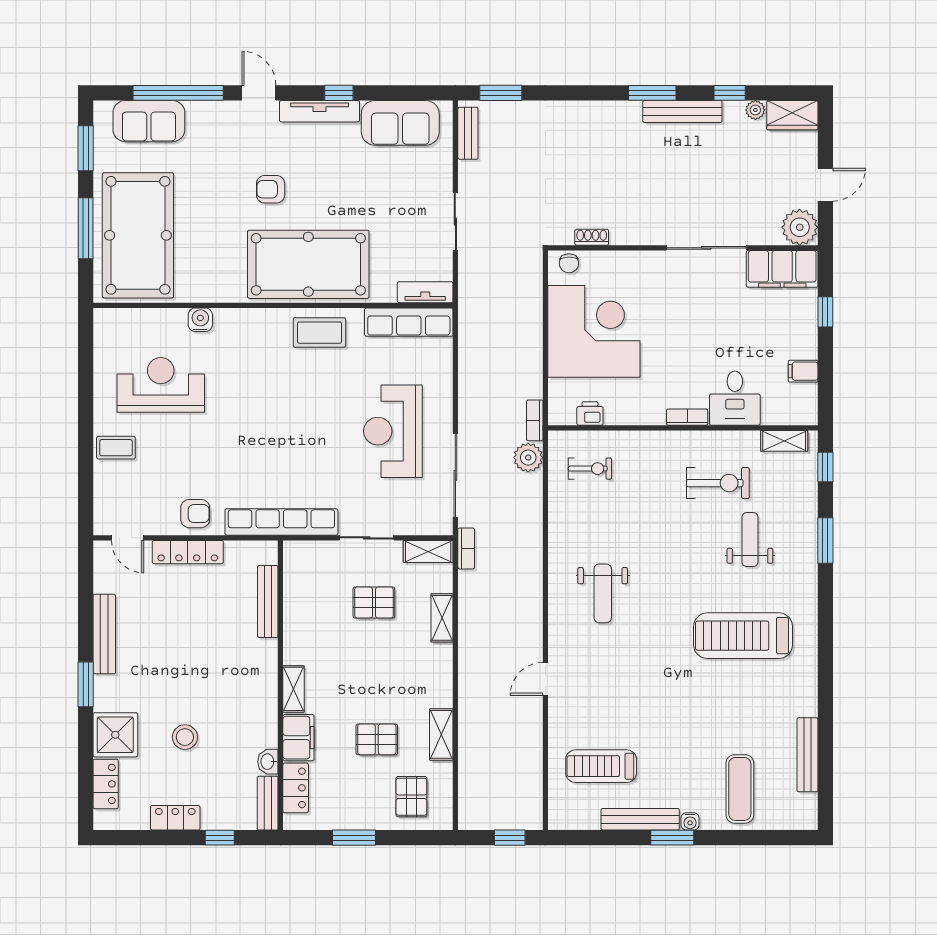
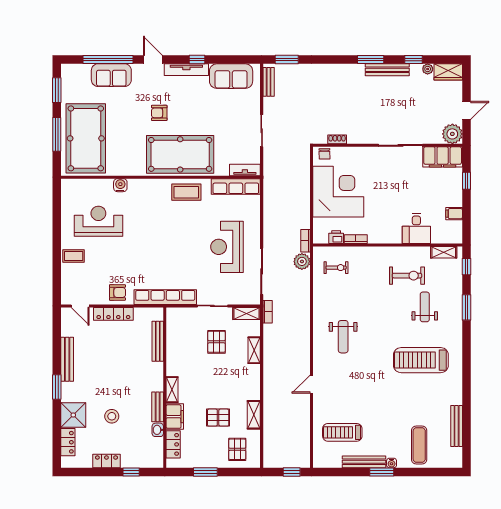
sofa: (149, 121) -> (111, 75), moved
bookcase: (687, 417) -> (356, 239), moved
pallet: (374, 603) -> (217, 342), turned 90
bench: (268, 803) -> (158, 407), moved

